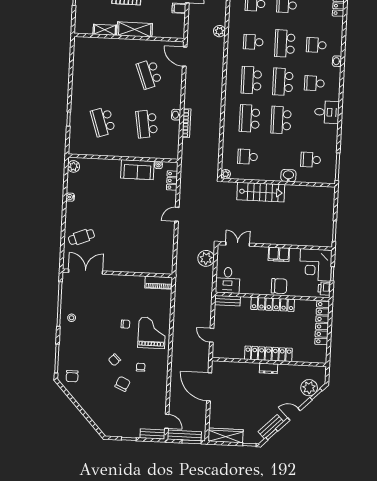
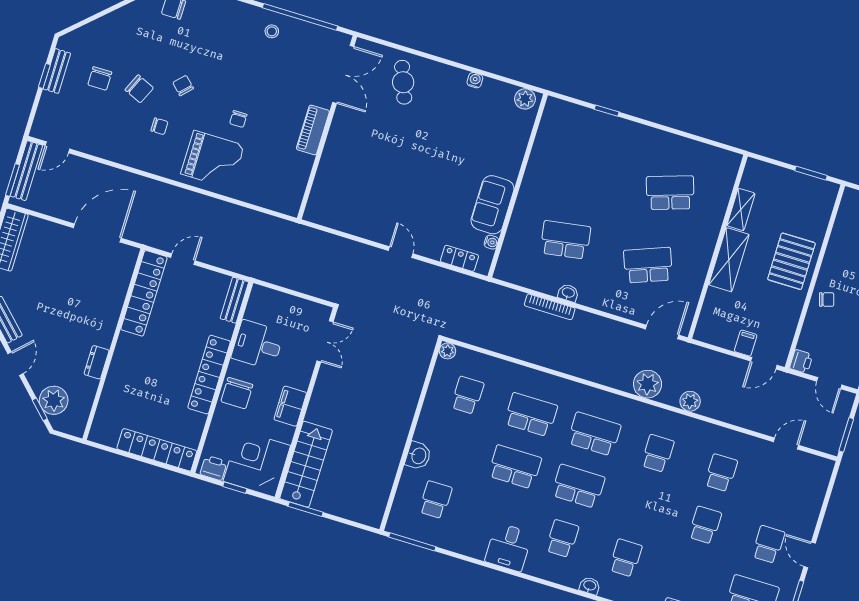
school desk: (285, 43) -> (642, 506), removed
school desk: (103, 122) -> (670, 193), moved
stairs: (261, 192) -> (306, 464), moved, turned 180
plant: (206, 258) -> (648, 384), moved
desk: (228, 280) -> (258, 345), moved
piano: (159, 283) -> (313, 130), moved
locker: (268, 354) -> (144, 293), moved
dresser: (268, 368) -> (97, 362), moved
chair: (122, 407) -> (100, 78), added
bench: (153, 434) -> (57, 71), moved

